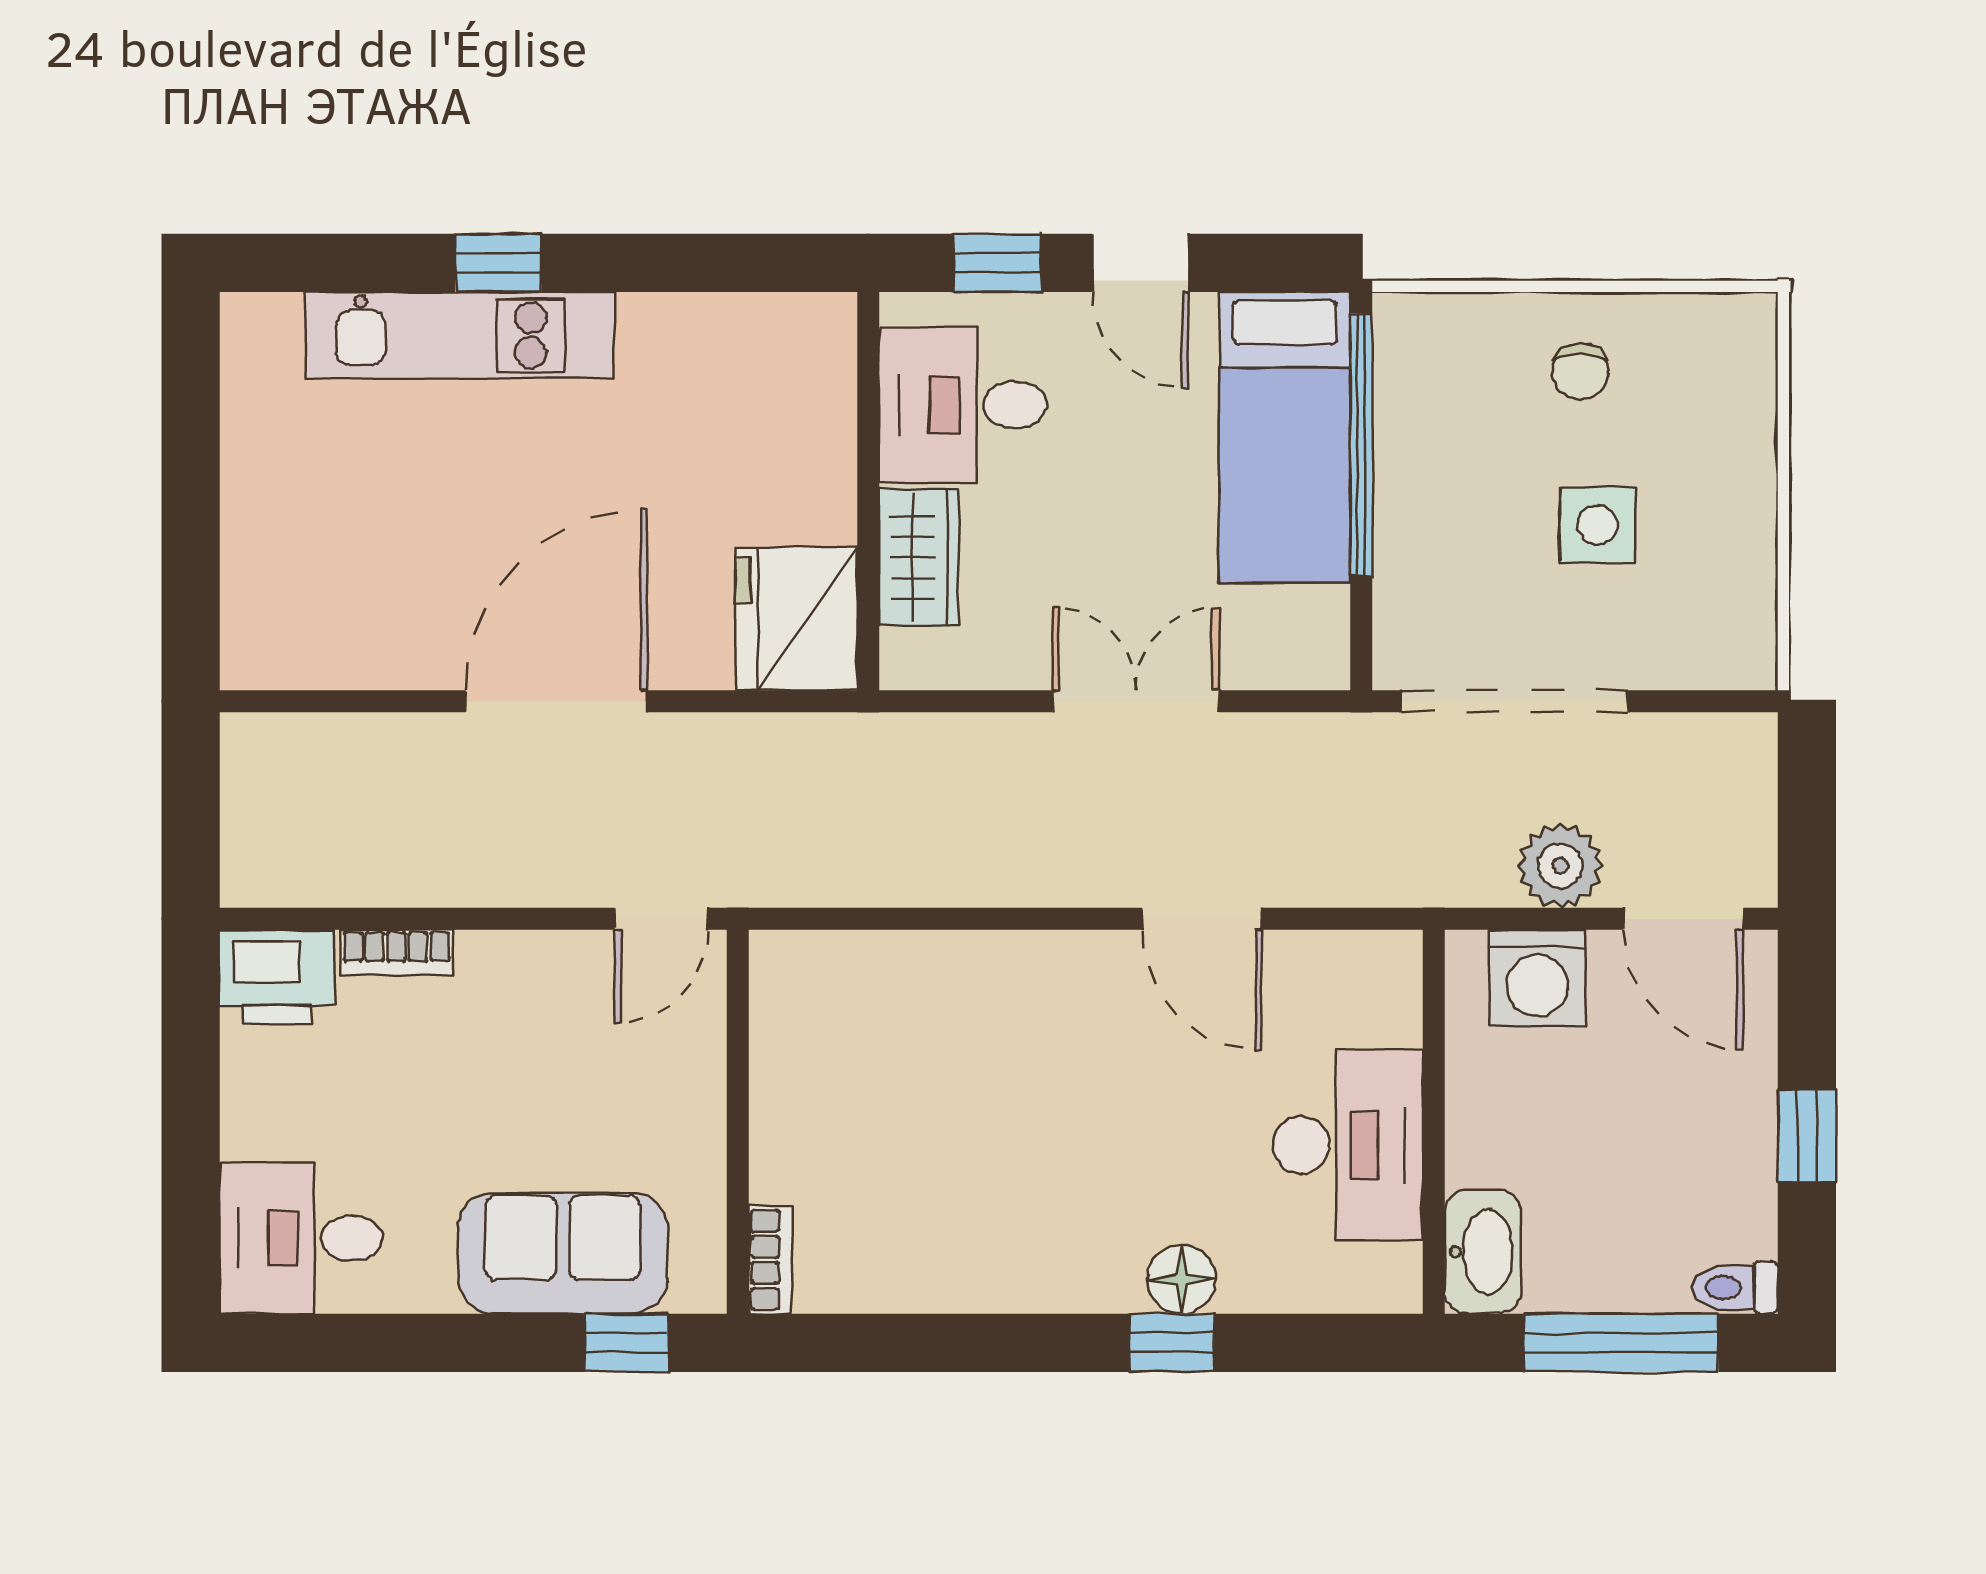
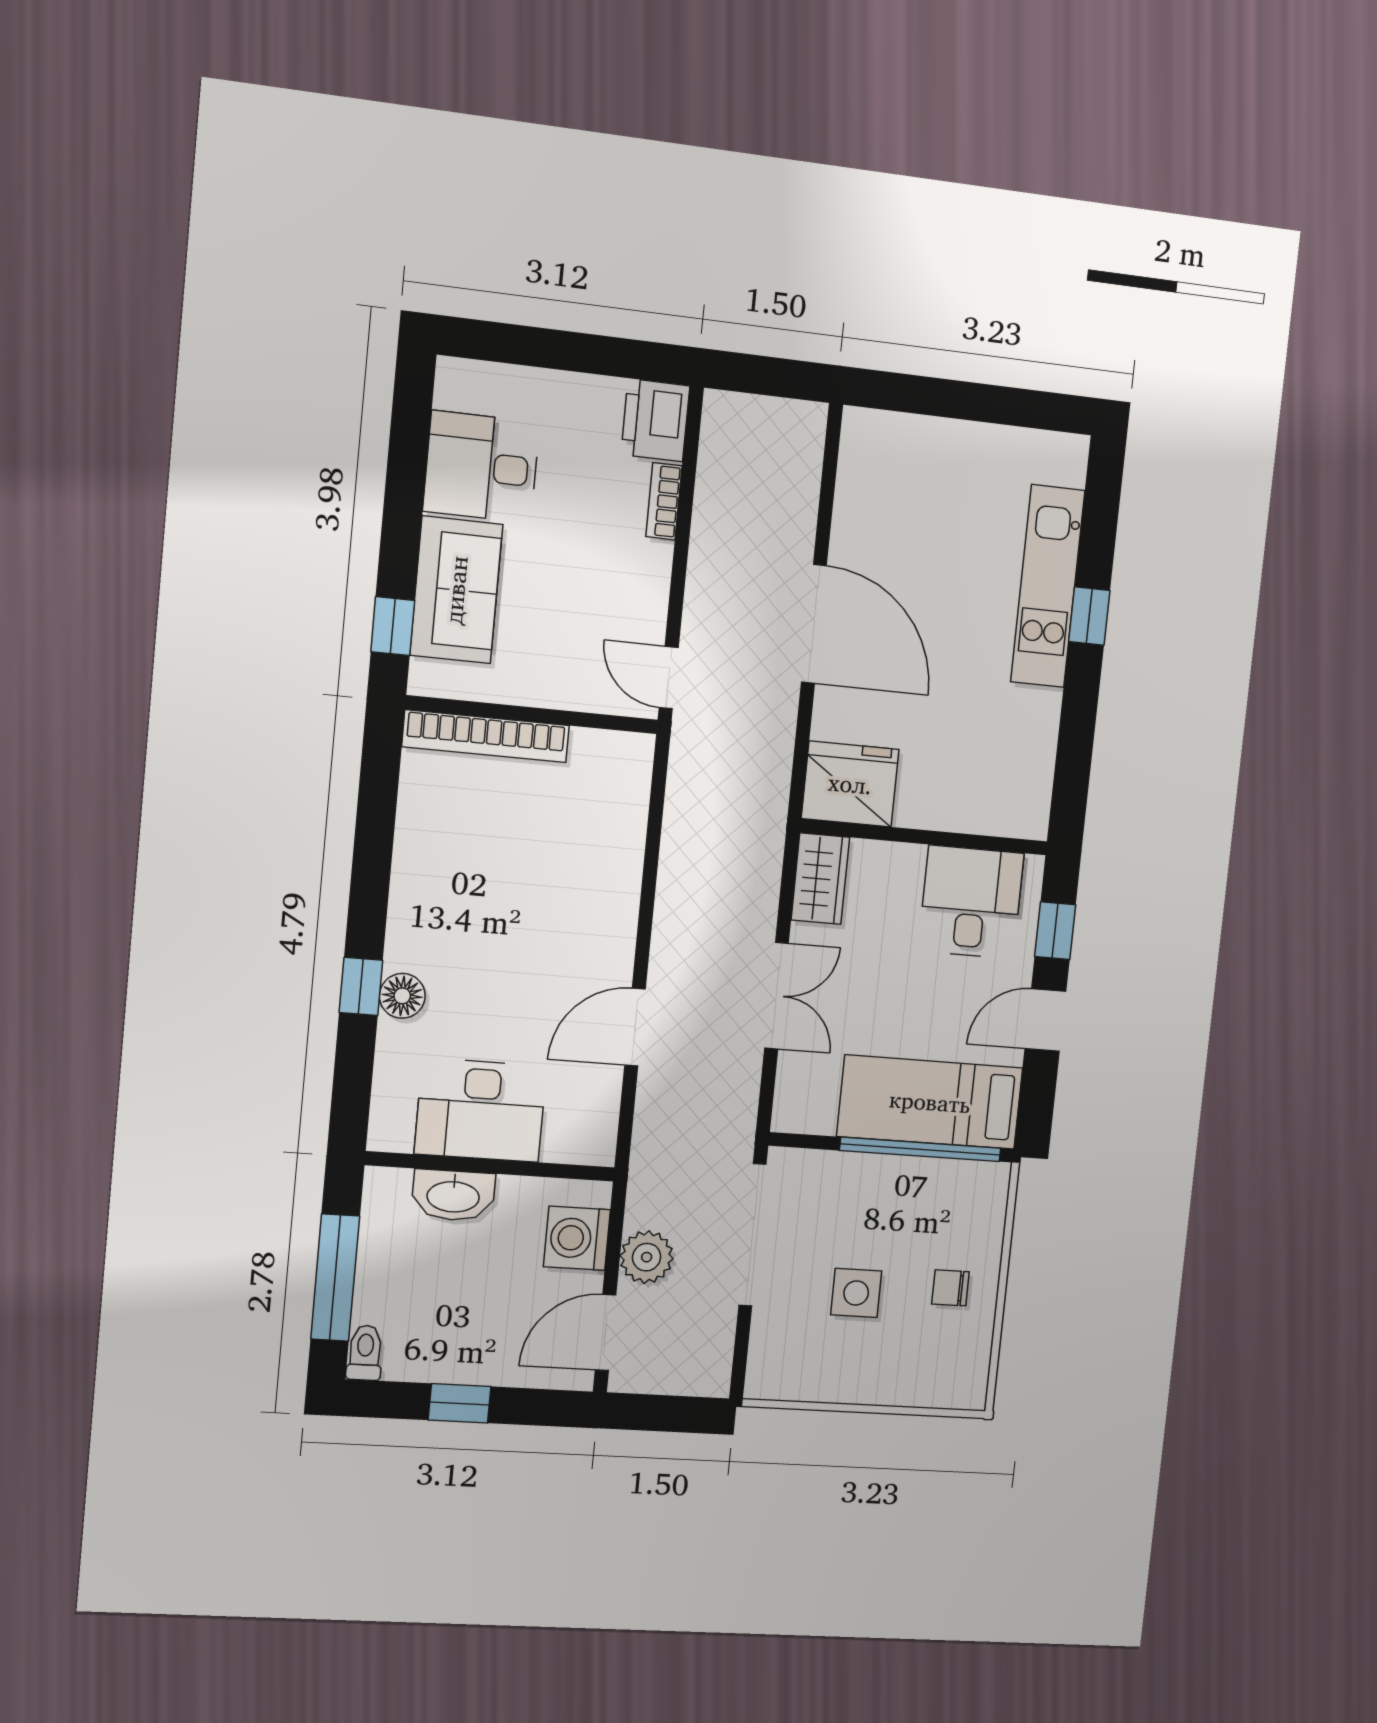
wardrobe: (919, 557) -> (820, 879), moved, turned -90
desk: (301, 1238) -> (481, 467), moved, turned -90
washbasin: (1483, 1252) -> (453, 1195), moved
bookcase: (770, 1260) -> (486, 736), width x2.31, depth x1.31

